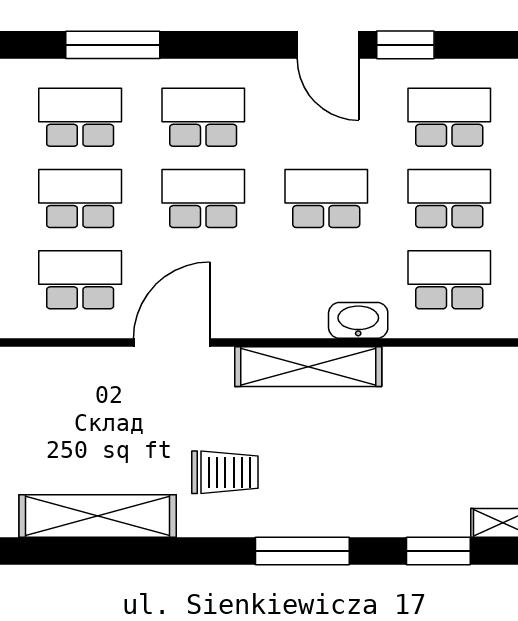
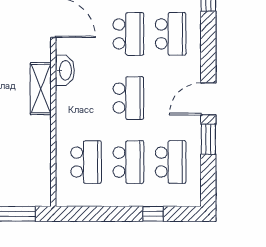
washbasin: (358, 320) -> (65, 70), moved
shelving: (308, 367) -> (41, 89), width x0.68

